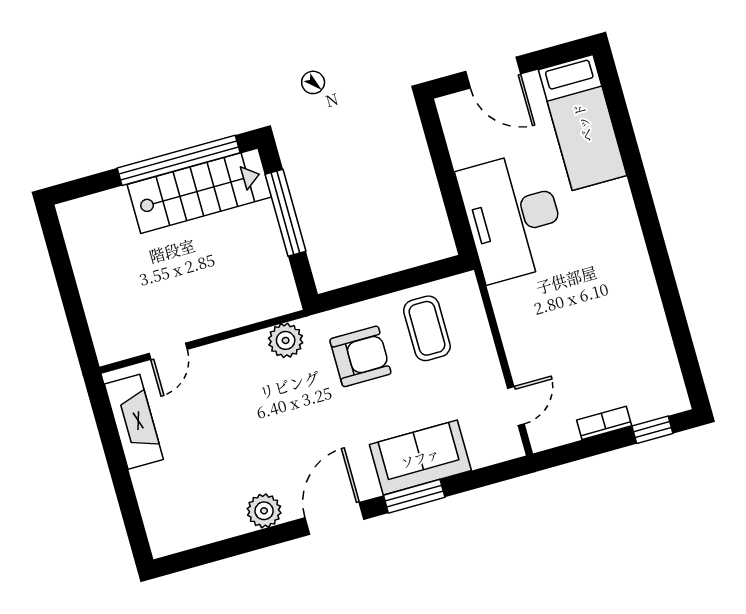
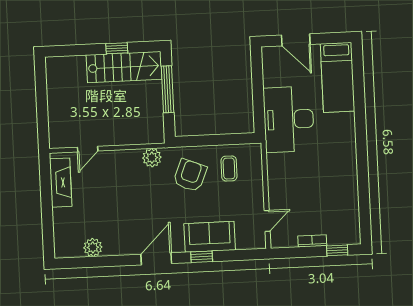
window: (179, 160) -> (117, 48), width x0.32
coffee table: (427, 328) -> (229, 168), width x0.73, depth x0.77
armchair: (360, 356) -> (190, 175), turned -68
window: (414, 496) -> (202, 257), width x0.67
plant: (264, 511) -> (93, 247), moved

